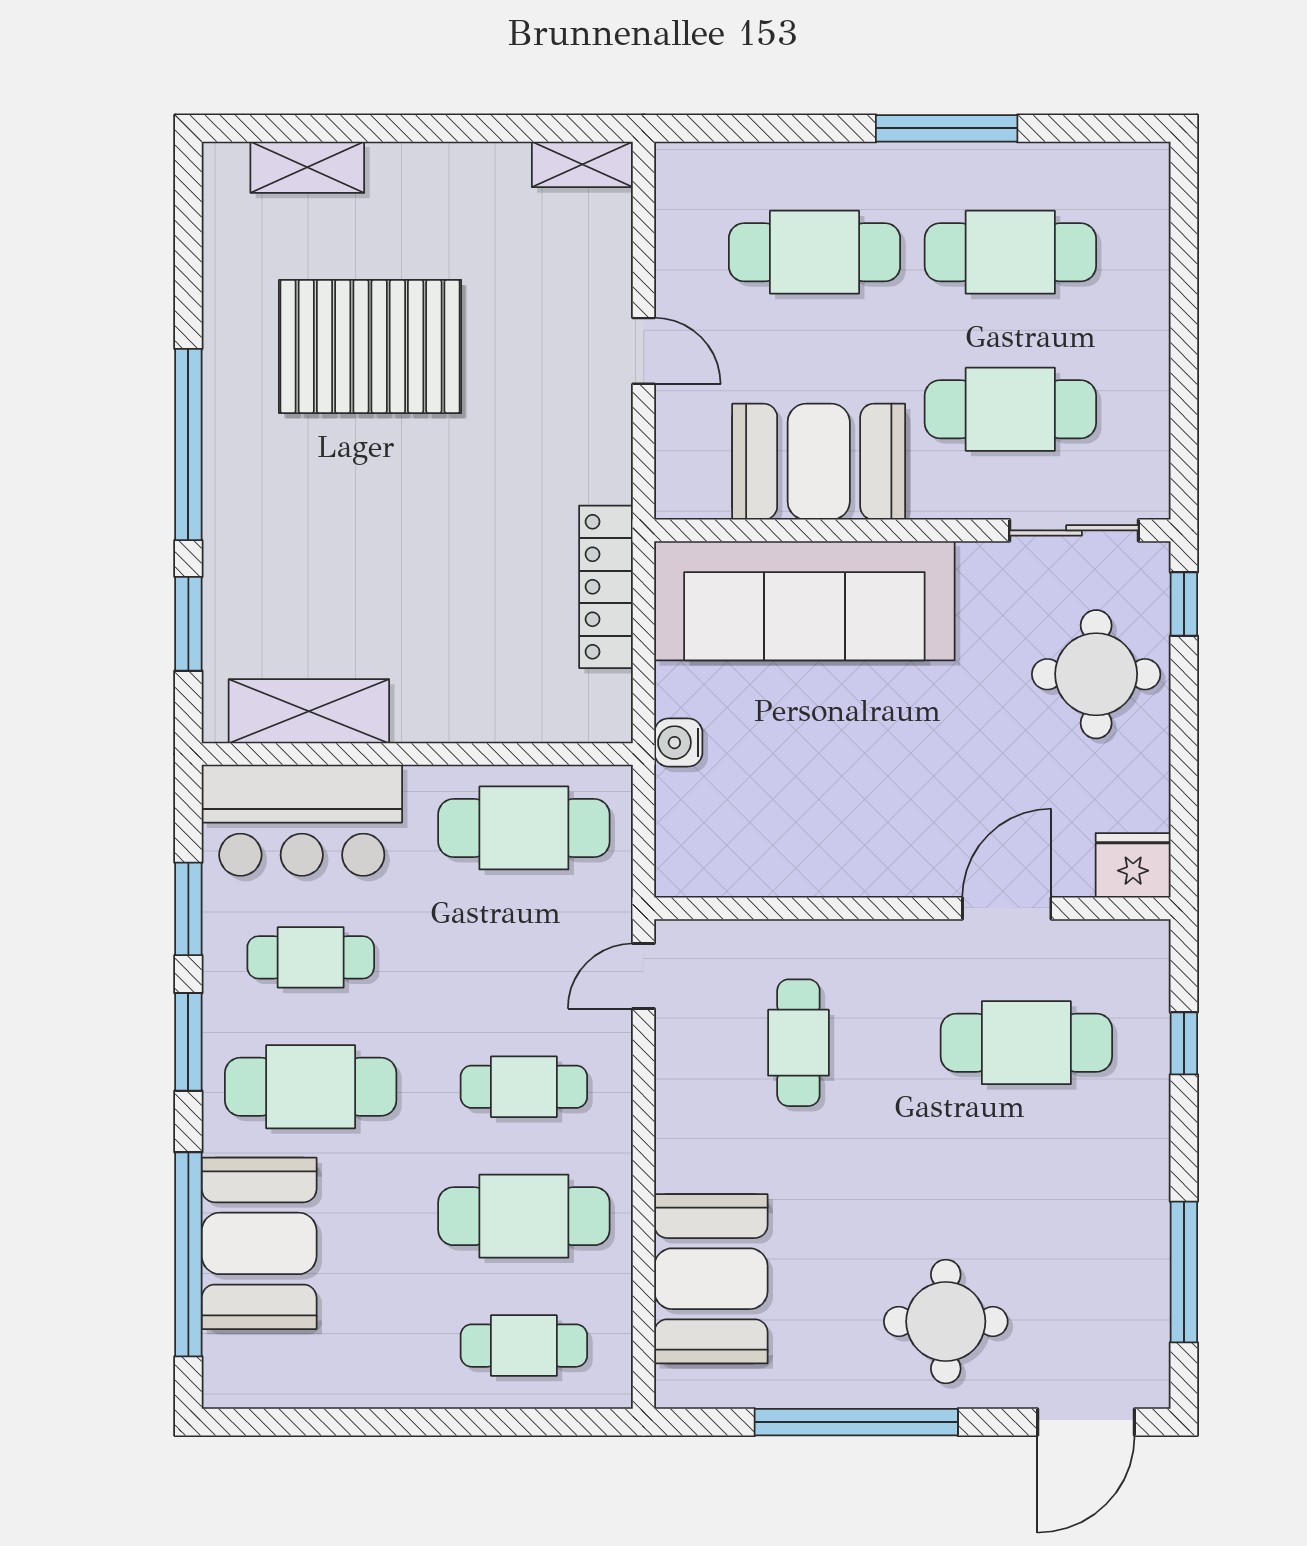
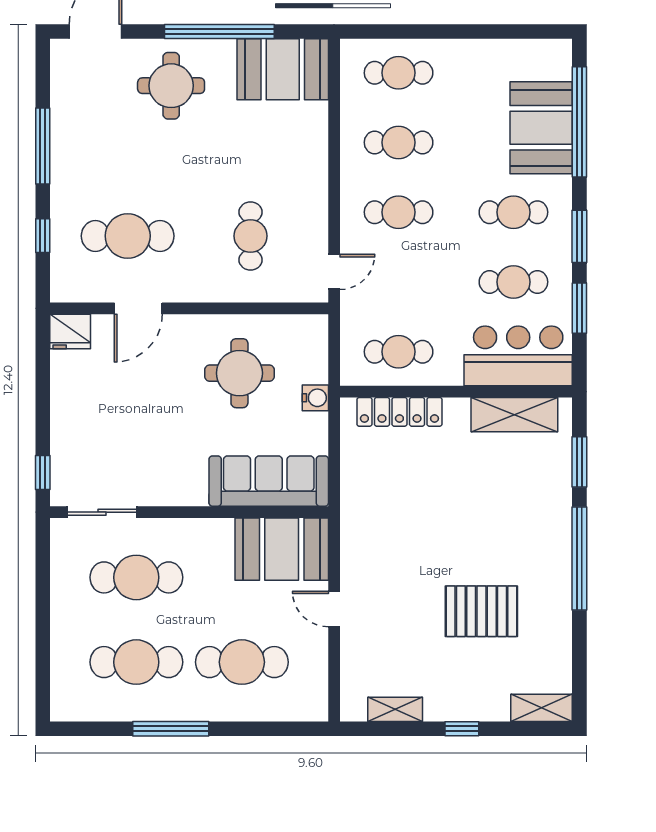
window: (406, 128) -> (462, 729), added
shelving: (582, 164) -> (395, 709), moved
shelving: (307, 167) -> (542, 708), moved
pallet: (370, 346) -> (481, 611), width x0.73, depth x0.71
booth: (819, 462) -> (282, 549), moved
locker: (606, 587) -> (399, 412), moved, turned 90
sofa: (804, 601) -> (269, 481), width x0.74, depth x0.79
round table: (1096, 674) -> (239, 373), moved
cafe table: (524, 828) -> (399, 352), width x0.73, depth x0.74
cafe table: (311, 1087) -> (513, 212), width x0.73, depth x0.74
cafe table: (524, 1216) -> (399, 142), width x0.73, depth x0.74
window: (1184, 1272) -> (43, 146), moved
booth: (711, 1279) -> (283, 69), moved, turned 90

